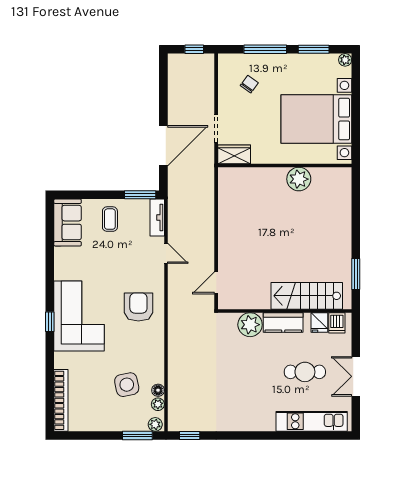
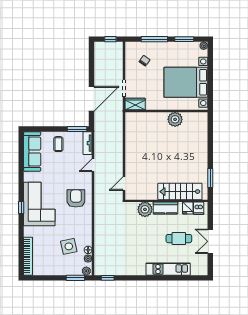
sofa: (68, 223) -> (32, 151), width x1.36
door: (166, 253) -> (93, 165), swing flipped
kitchen unit: (312, 421) -> (168, 269), moved

